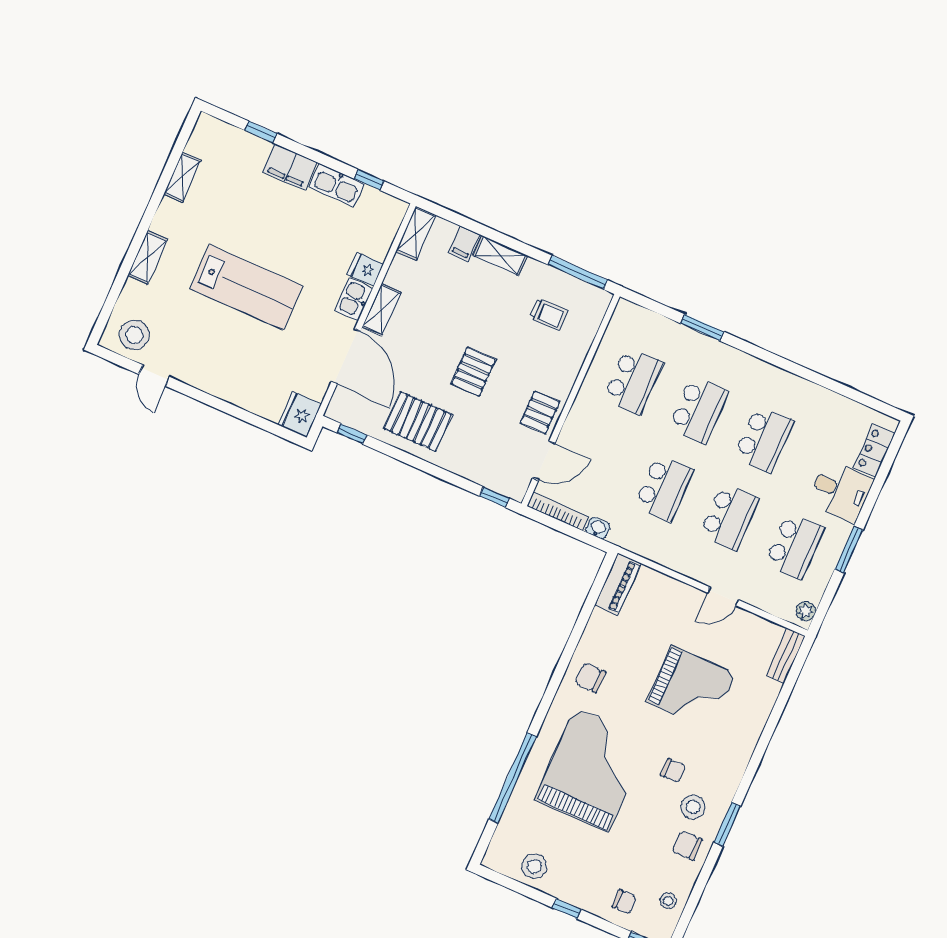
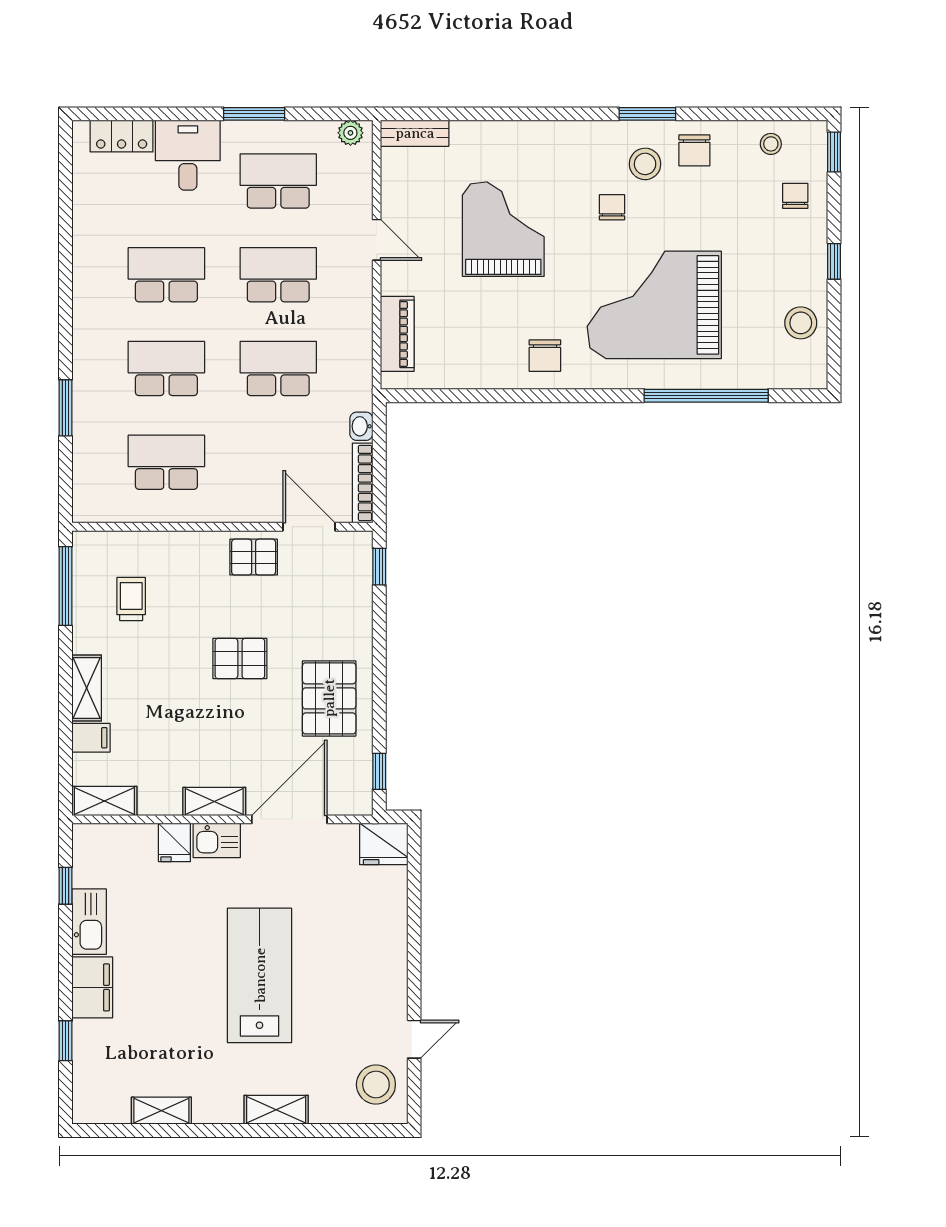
piano: (618, 584) -> (397, 334), moved, turned 90

